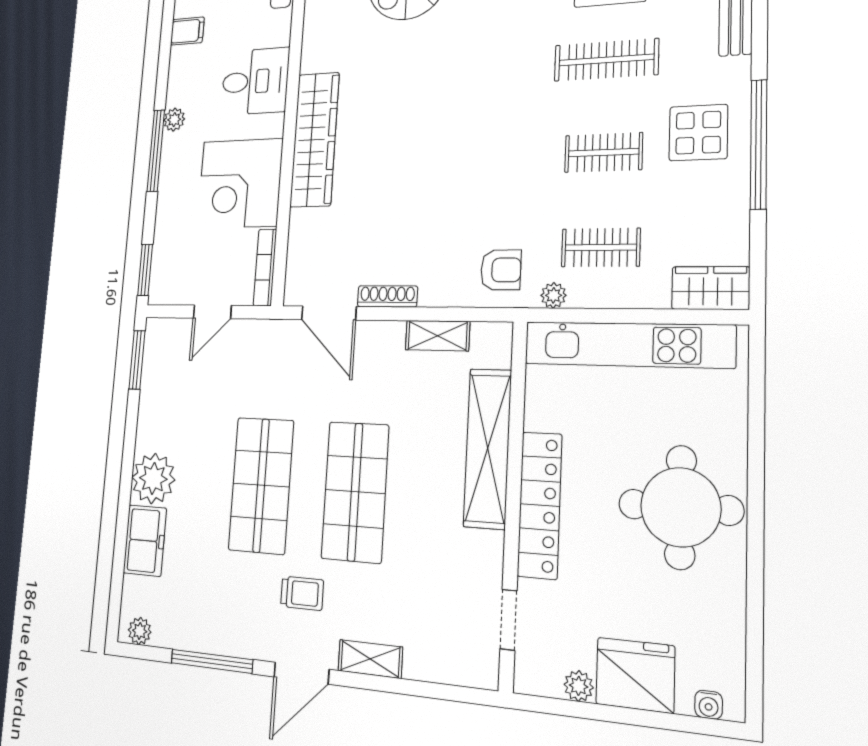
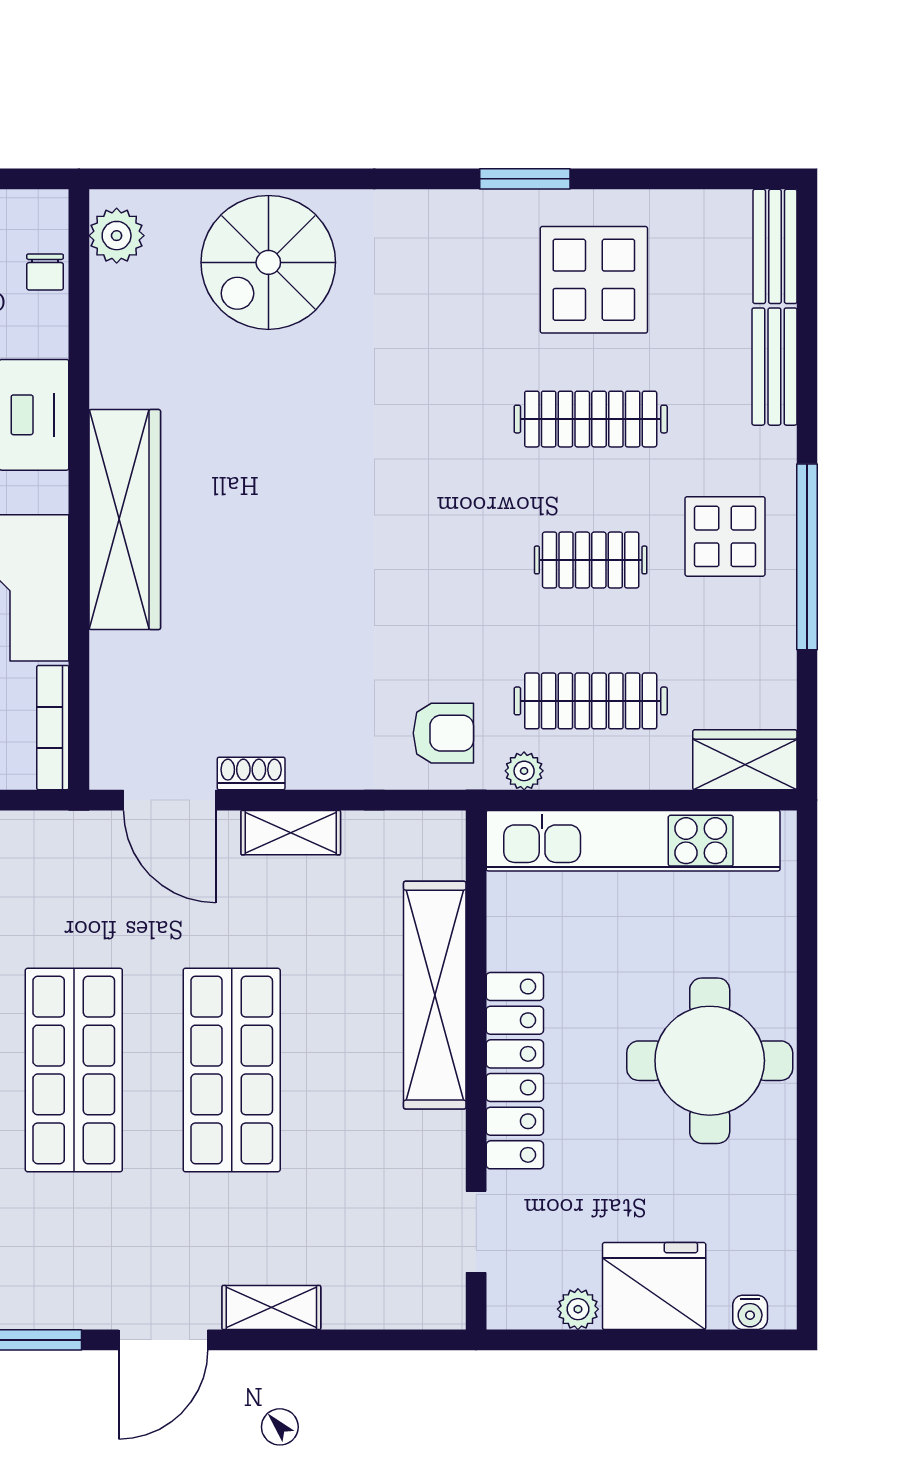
clothes rail: (601, 247) -> (591, 701), width x1.36
shoe rack: (387, 296) -> (251, 774), width x0.70
shelving: (437, 336) -> (291, 833), moved
trolley: (302, 593) -> (155, 1225), removed

